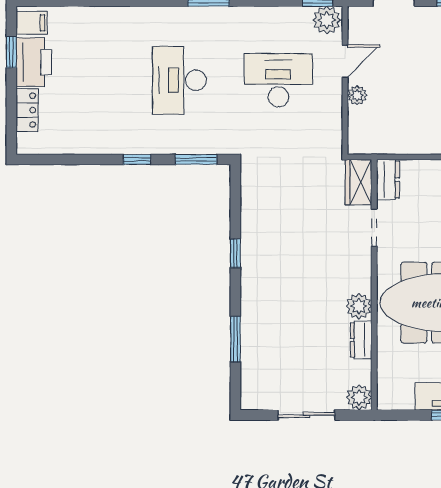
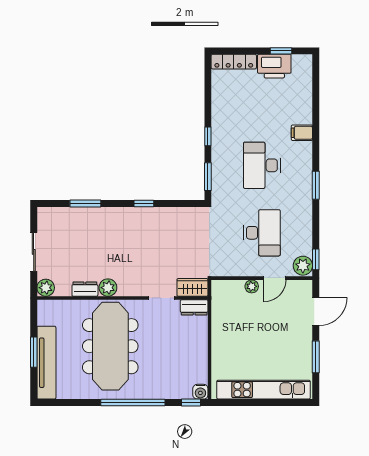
filing cabinet: (32, 23) -> (302, 133), moved, turned 90
door: (345, 61) -> (275, 278), hinge flipped
desk: (179, 80) -> (262, 165), turned -90
locker: (27, 110) -> (234, 62), width x1.53

